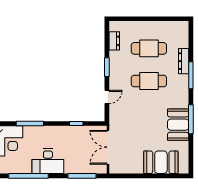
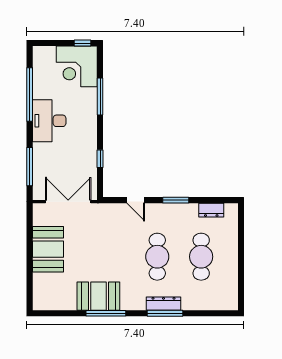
dresser: (184, 61) -> (163, 304), moved
booth: (161, 162) -> (48, 249), moved

